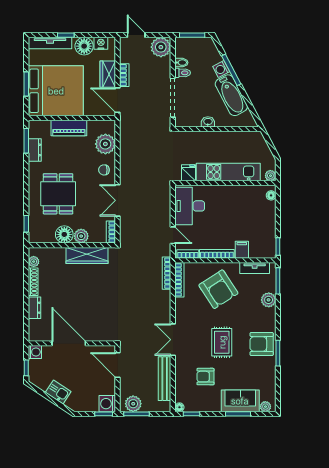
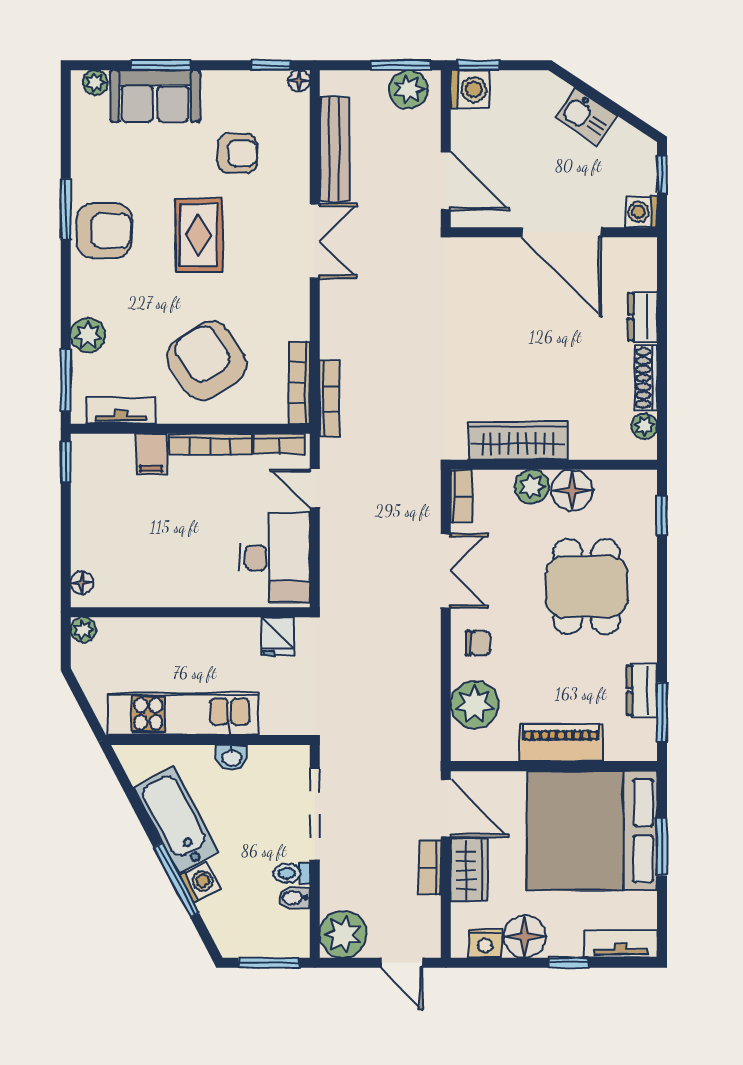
tv unit: (50, 43) -> (621, 944), width x0.71
kitchen unit: (228, 172) -> (183, 714), moved, turned 180

